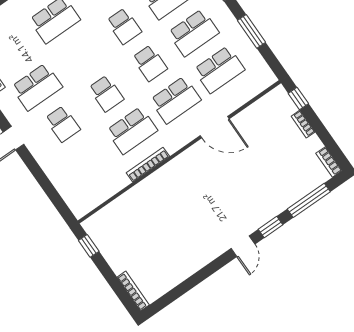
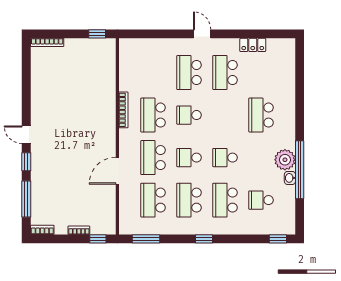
window: (252, 31) -> (146, 239), moved
school desk: (63, 124) -> (189, 73), width x1.85

